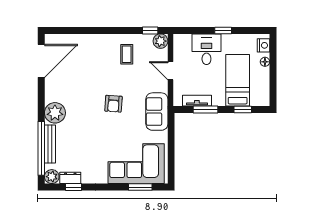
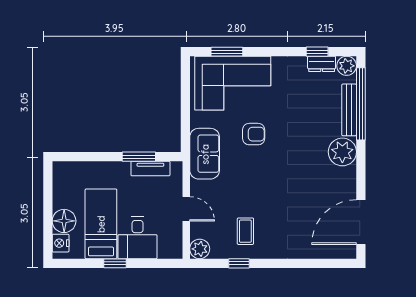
window: (150, 30) -> (239, 263), moved
floor lamp: (265, 62) -> (64, 221), width x1.89, depth x1.89
bed: (238, 80) -> (101, 224), moved, turned 180
armchair: (113, 104) -> (254, 134), moved, turned 86
window: (243, 109) -> (89, 157), removed

